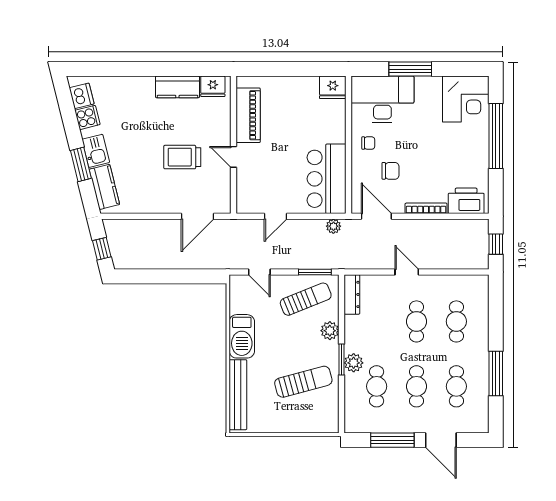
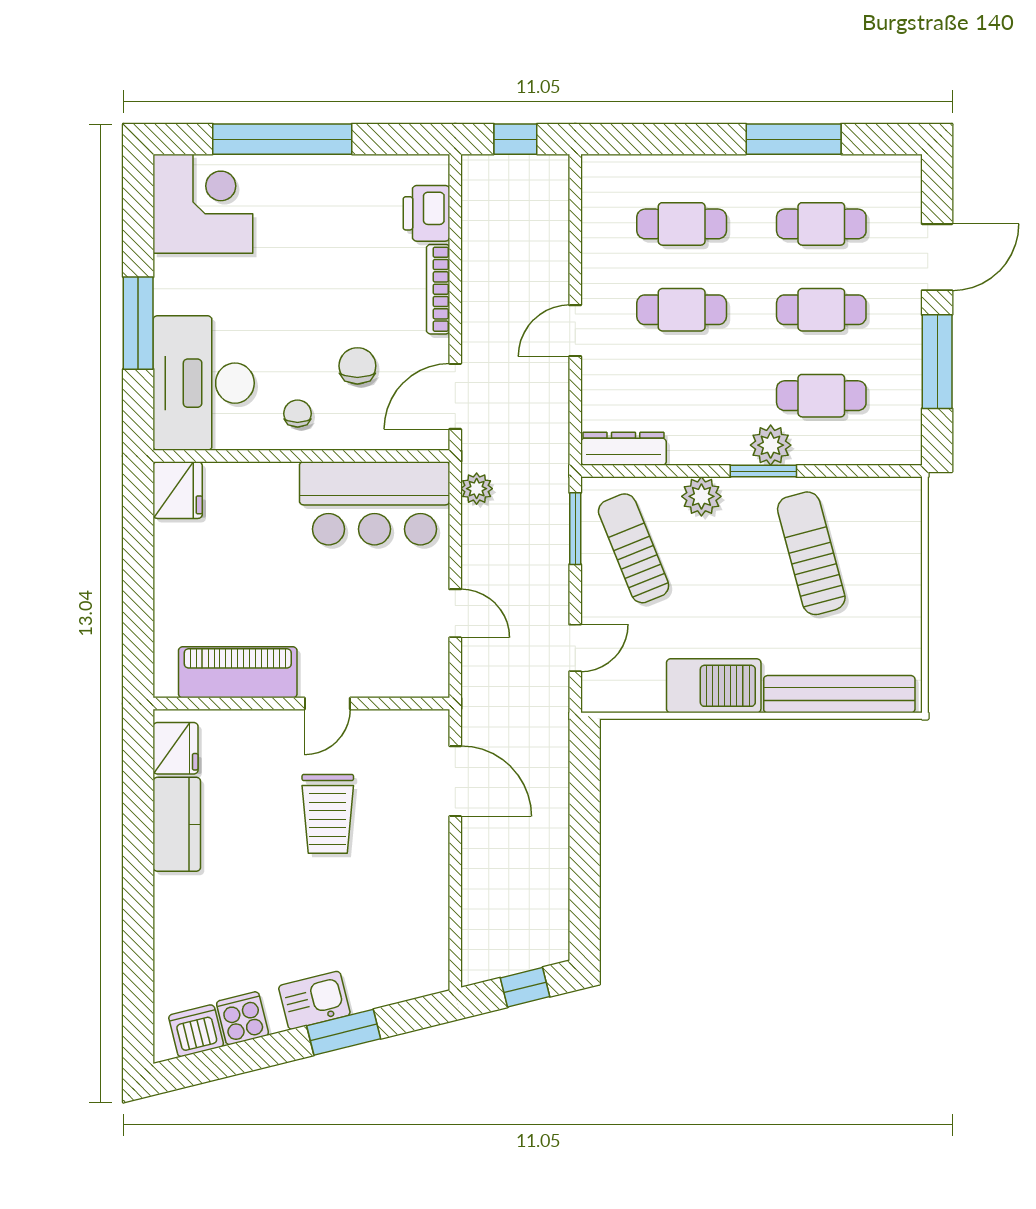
kitchen counter: (104, 187) -> (392, 982), removed
printer: (466, 201) -> (426, 213), width x0.73, depth x0.84

